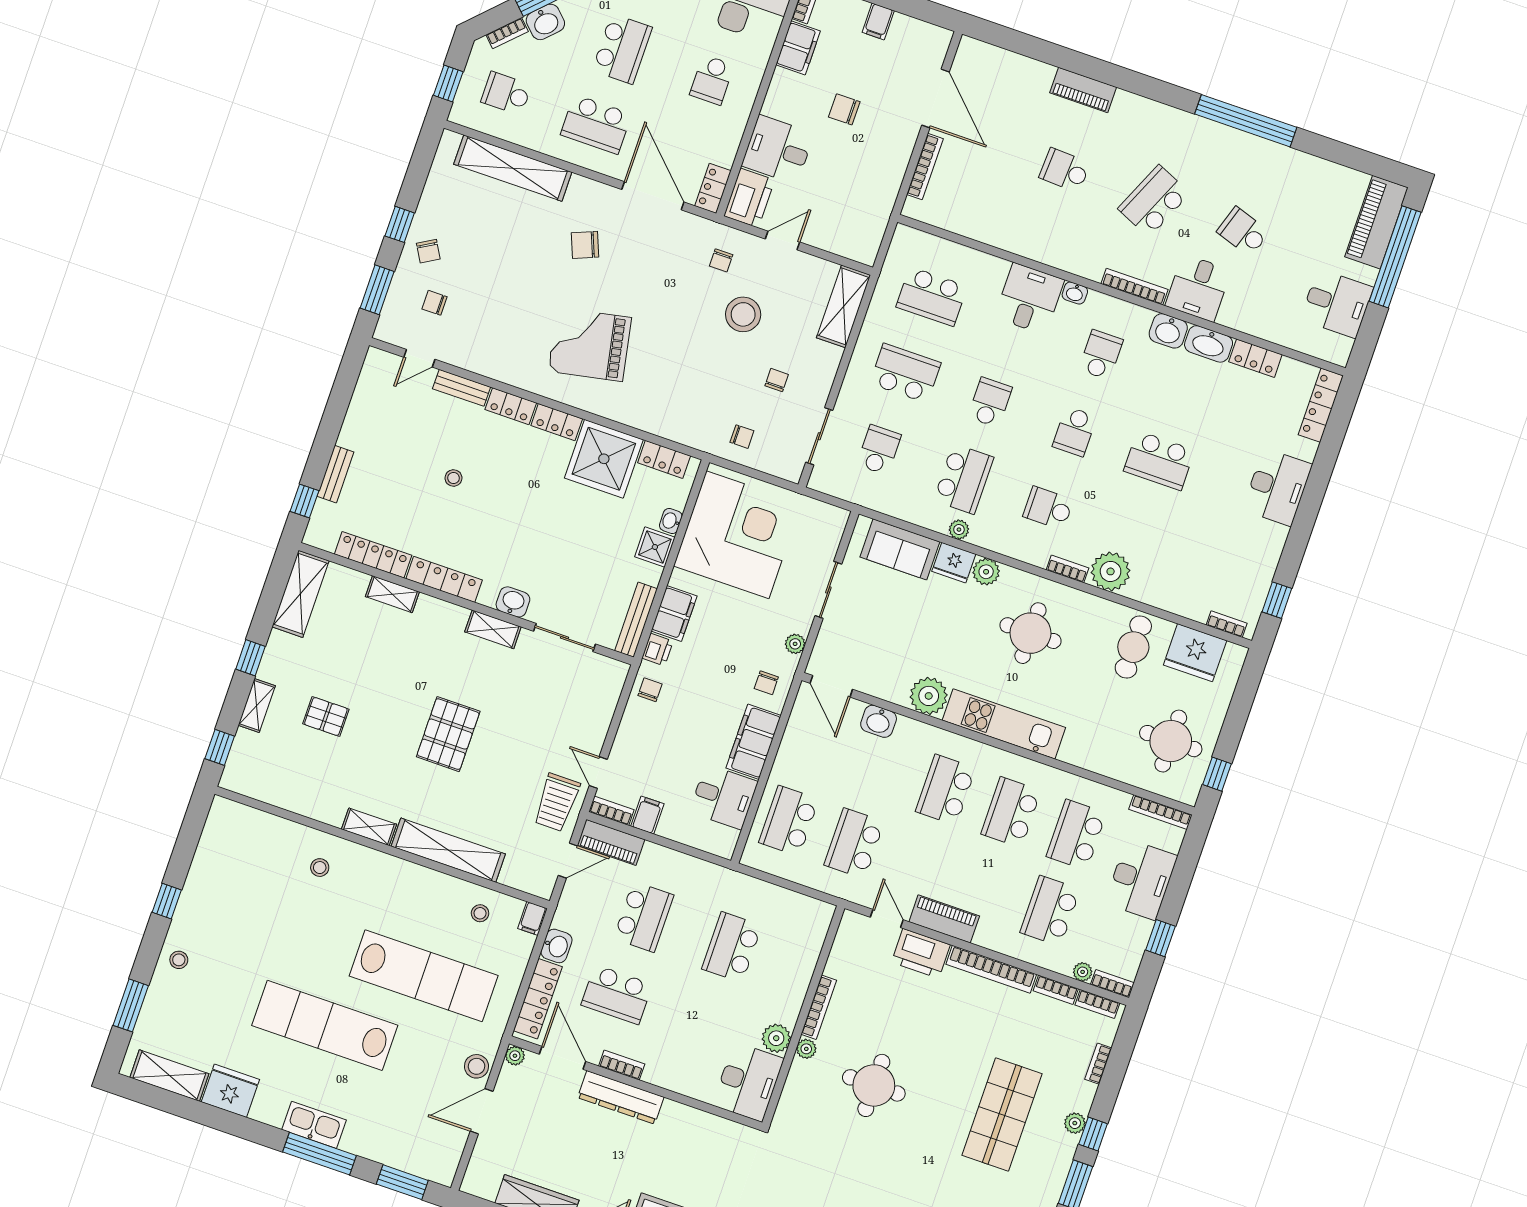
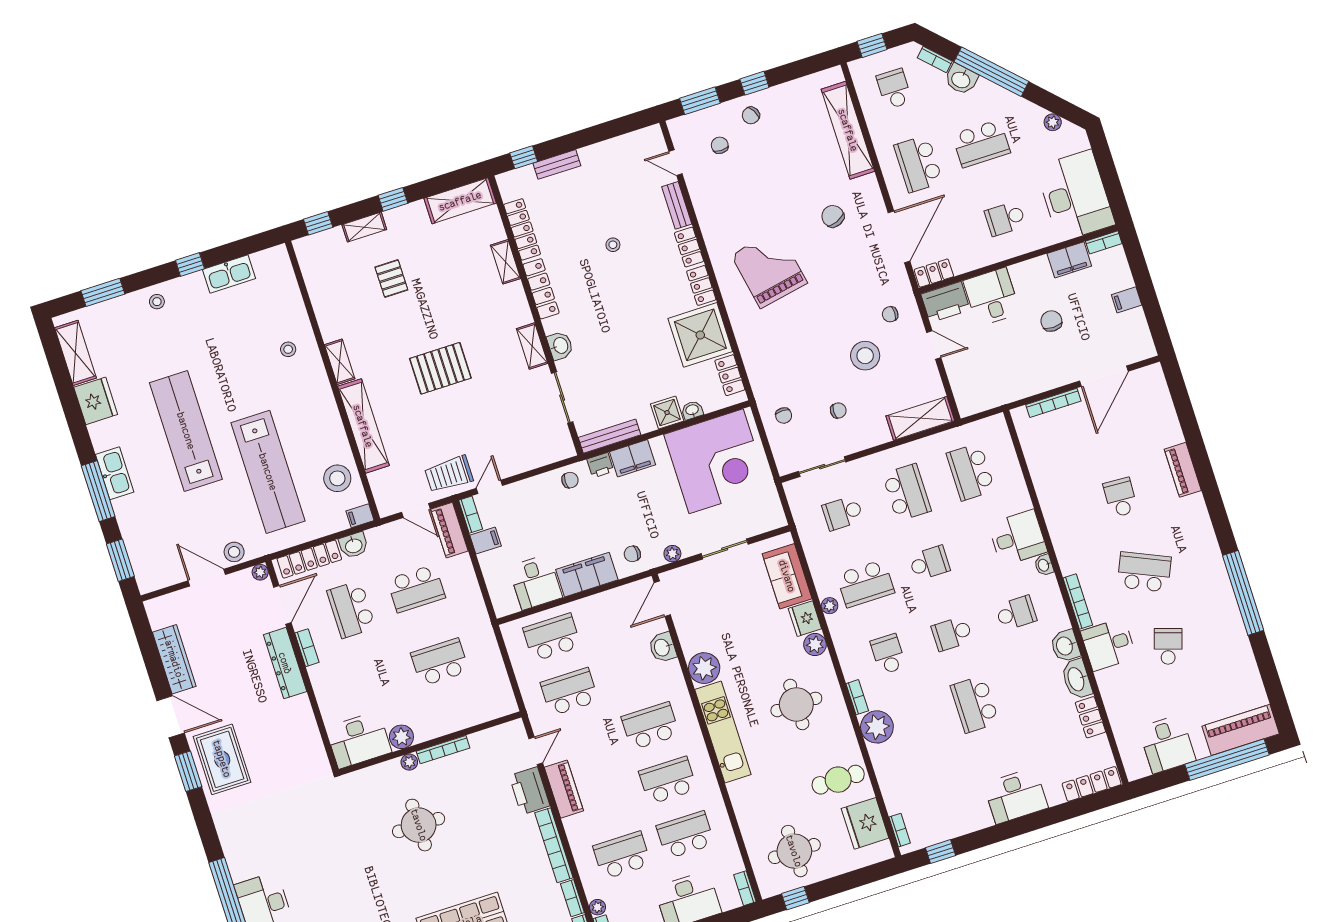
school desk: (879, 450) -> (843, 513), turned 180
bookcase: (1160, 812) -> (745, 888), width x0.64
kitchen sink: (204, 870) -> (229, 274), added
stool: (480, 913) -> (337, 478), width x1.89, depth x1.89

